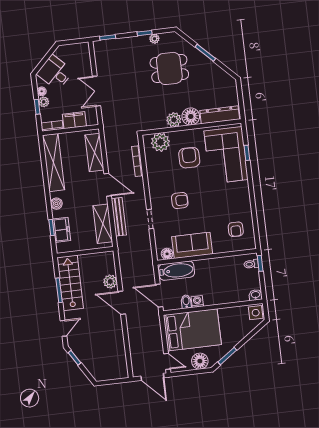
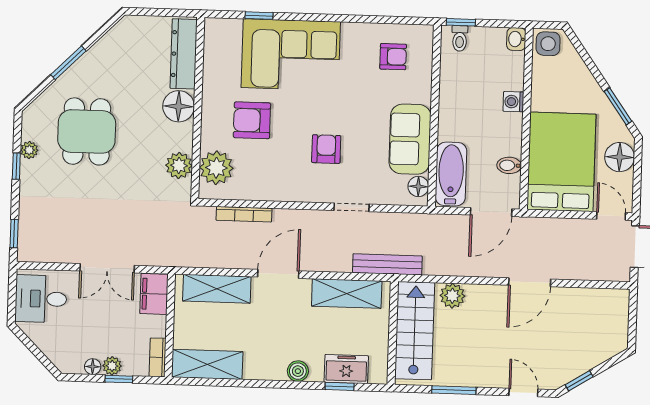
desk: (55, 73) -> (41, 299), moved, turned 45
filing cabinet: (74, 120) -> (154, 294), moved
plant: (174, 120) -> (179, 165), moved
corner sofa: (226, 155) -> (291, 55), moved
shelving: (53, 163) -> (207, 364), width x0.68
bench: (119, 217) -> (387, 264), moved
stairs: (70, 283) -> (415, 331), moved, turned 90
washing machine: (197, 301) -> (513, 102), moved
door: (122, 303) -> (530, 282), moved
door: (167, 361) -> (611, 216), hinge flipped

